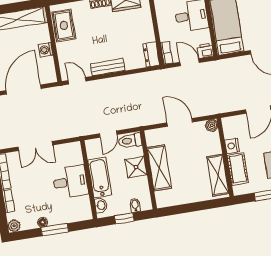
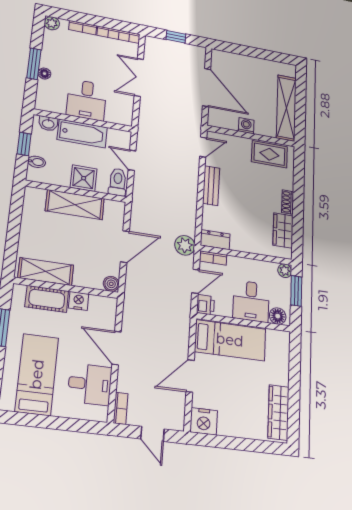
plant: (164, 77) -> (185, 245), added
floor lamp: (43, 222) -> (44, 74), moved

